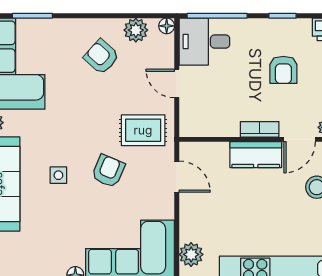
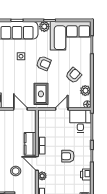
armchair: (108, 171) -> (44, 63), moved
door: (177, 177) -> (20, 109), swing flipped

